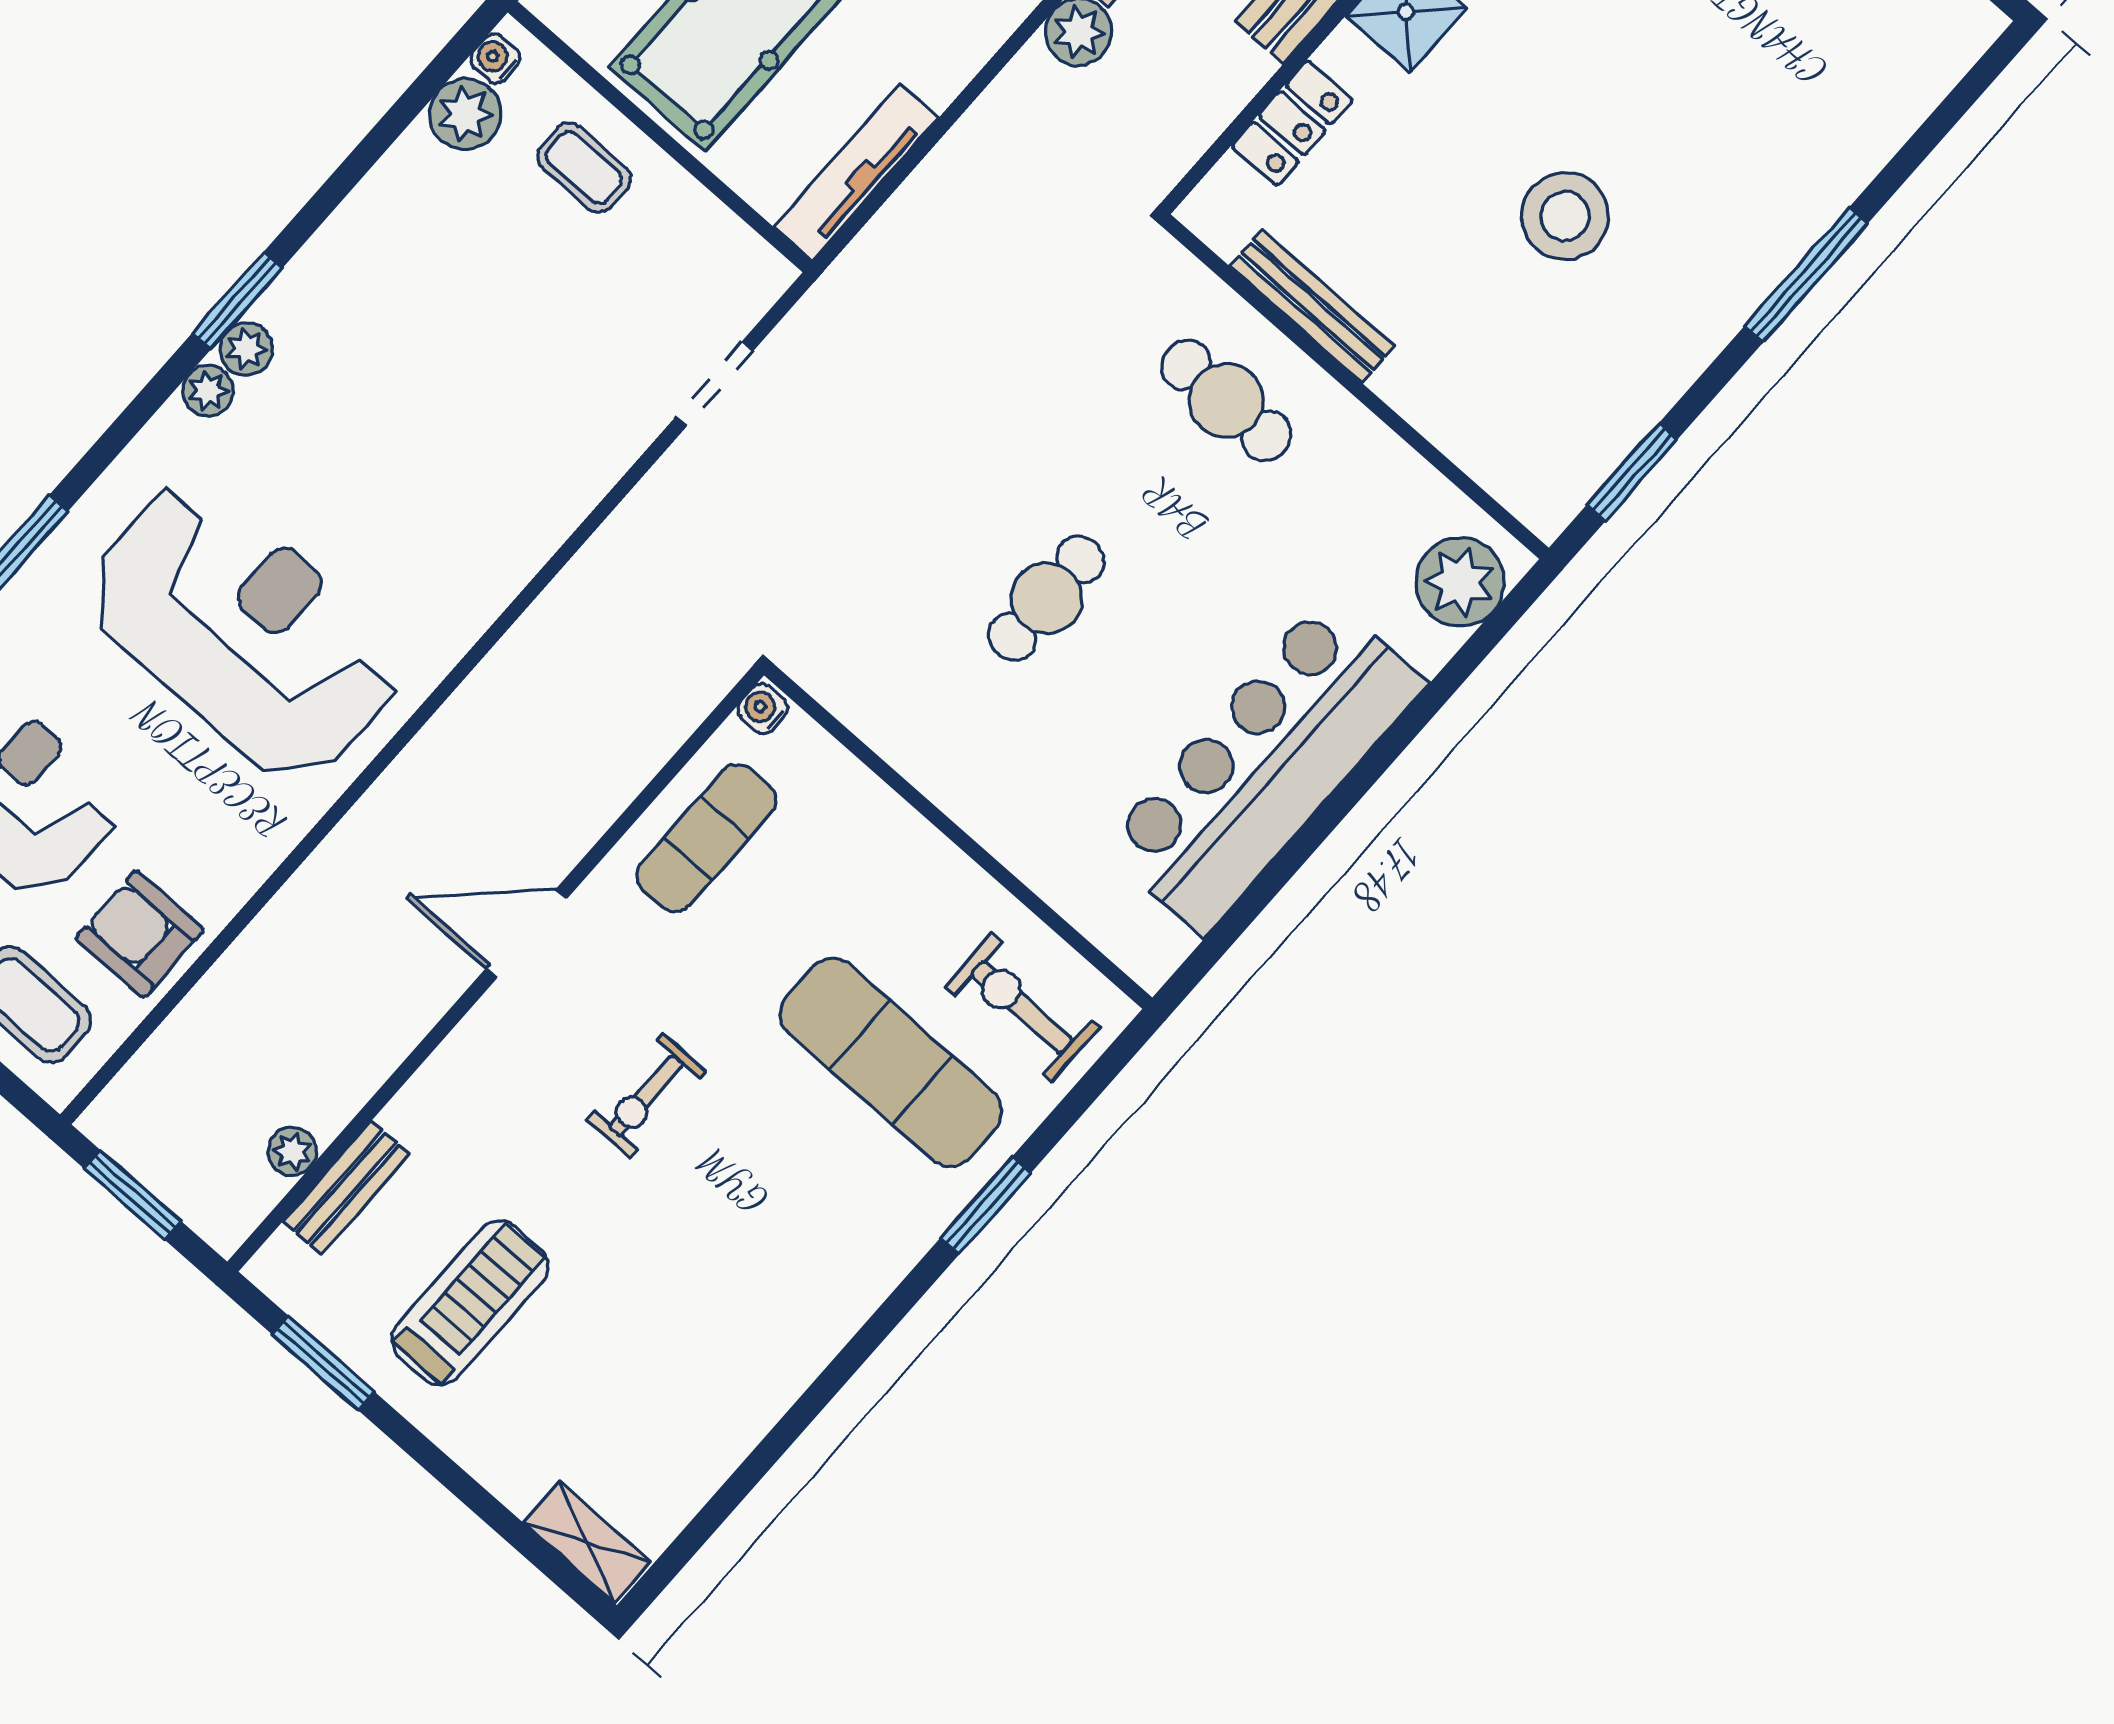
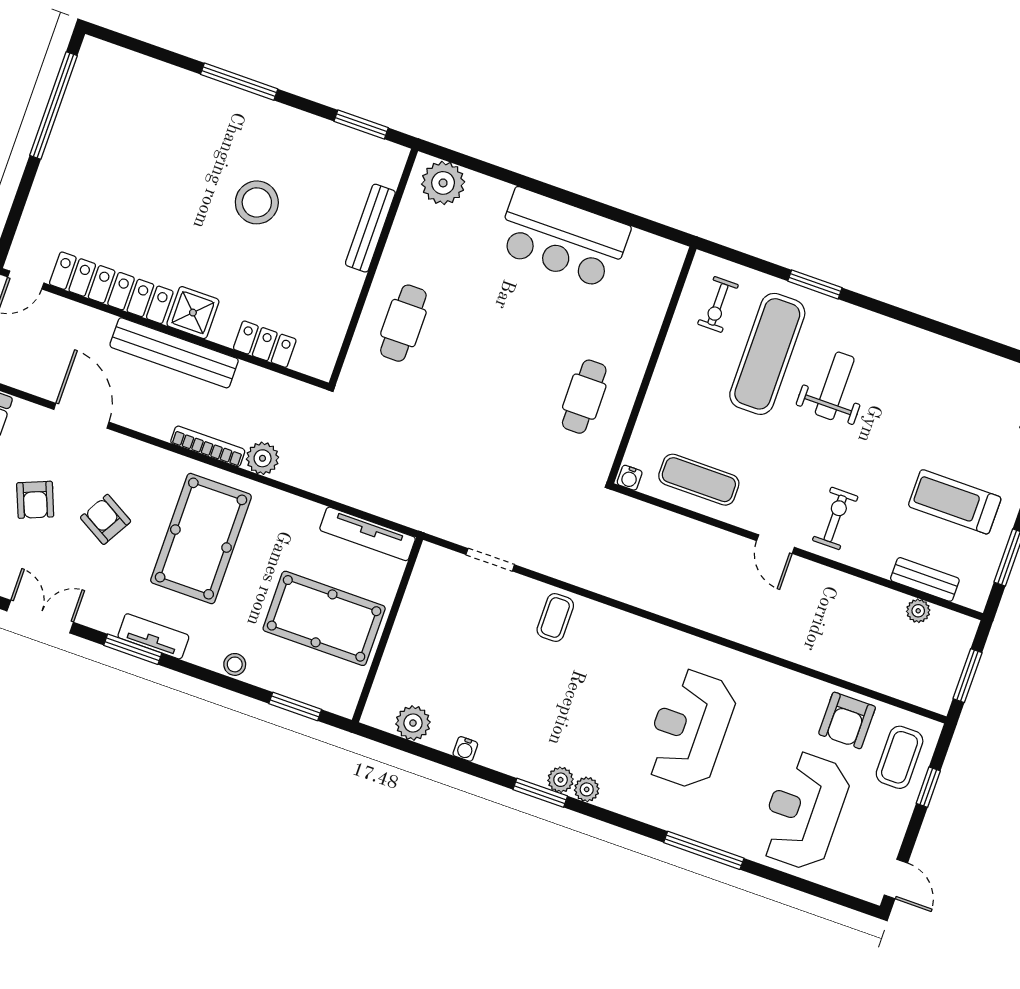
water cooler: (495, 58) -> (465, 749), moved
coffee table: (584, 168) -> (555, 617), moved
bench: (1312, 306) -> (370, 228), moved
cafe table: (1046, 598) -> (584, 397), moved, turned 90
reception desk: (244, 631) -> (690, 729), width x0.74, depth x0.77
bar counter: (1265, 765) -> (563, 238), width x0.73
door: (527, 933) -> (776, 544), width x0.73
exercise bike: (1022, 1007) -> (718, 304), width x0.73, depth x0.72
exercise bike: (646, 1096) -> (835, 518), moved, turned -90
weight bench: (780, 1165) -> (835, 386), added

